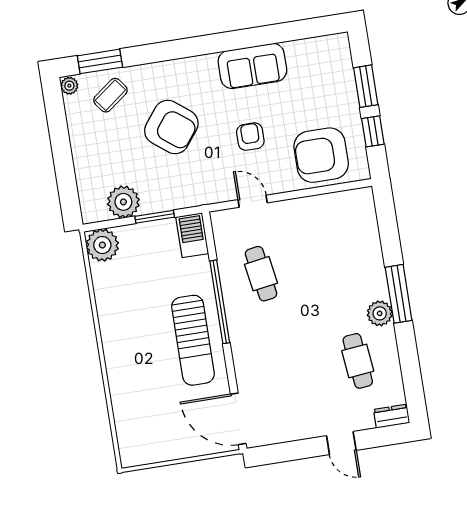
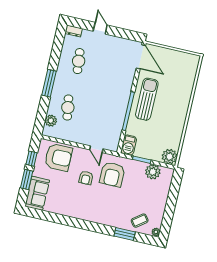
window: (100, 61) -> (125, 234), moved
sofa: (252, 66) -> (37, 193), moved, turned 90
armchair: (171, 127) -> (112, 174), moved, turned -128
cafe table: (261, 274) -> (68, 108), moved
plant: (380, 313) -> (51, 121), moved

